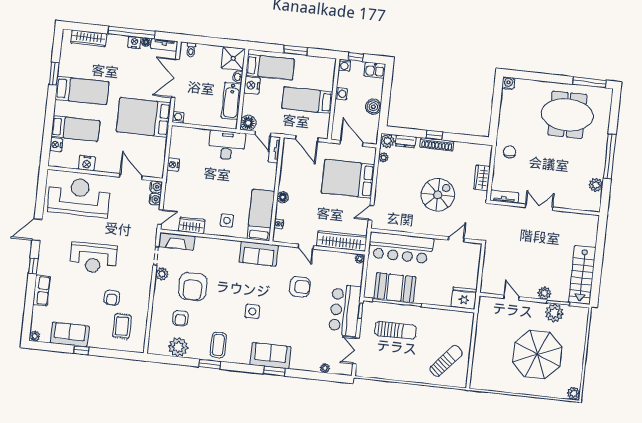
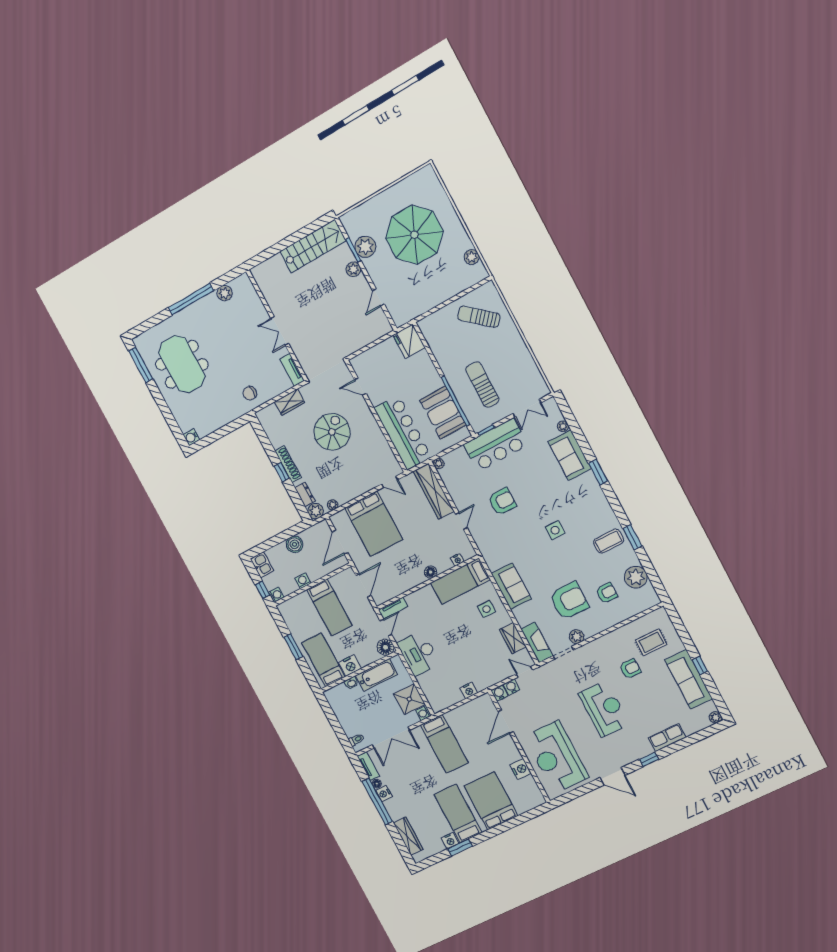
shower: (233, 58) -> (409, 699), moved
bed: (144, 117) -> (444, 744), width x0.67
bed: (75, 129) -> (491, 801), width x1.50
nightstand: (56, 145) -> (450, 841), moved
spiral stairs: (438, 195) -> (332, 432), turned 90
sofa: (259, 254) -> (511, 586), moved
armchair: (300, 287) -> (502, 502), turned 90
sofa: (70, 334) -> (689, 679), width x1.36
sofa: (270, 356) -> (570, 455), moved
plant: (574, 393) -> (472, 257), moved

